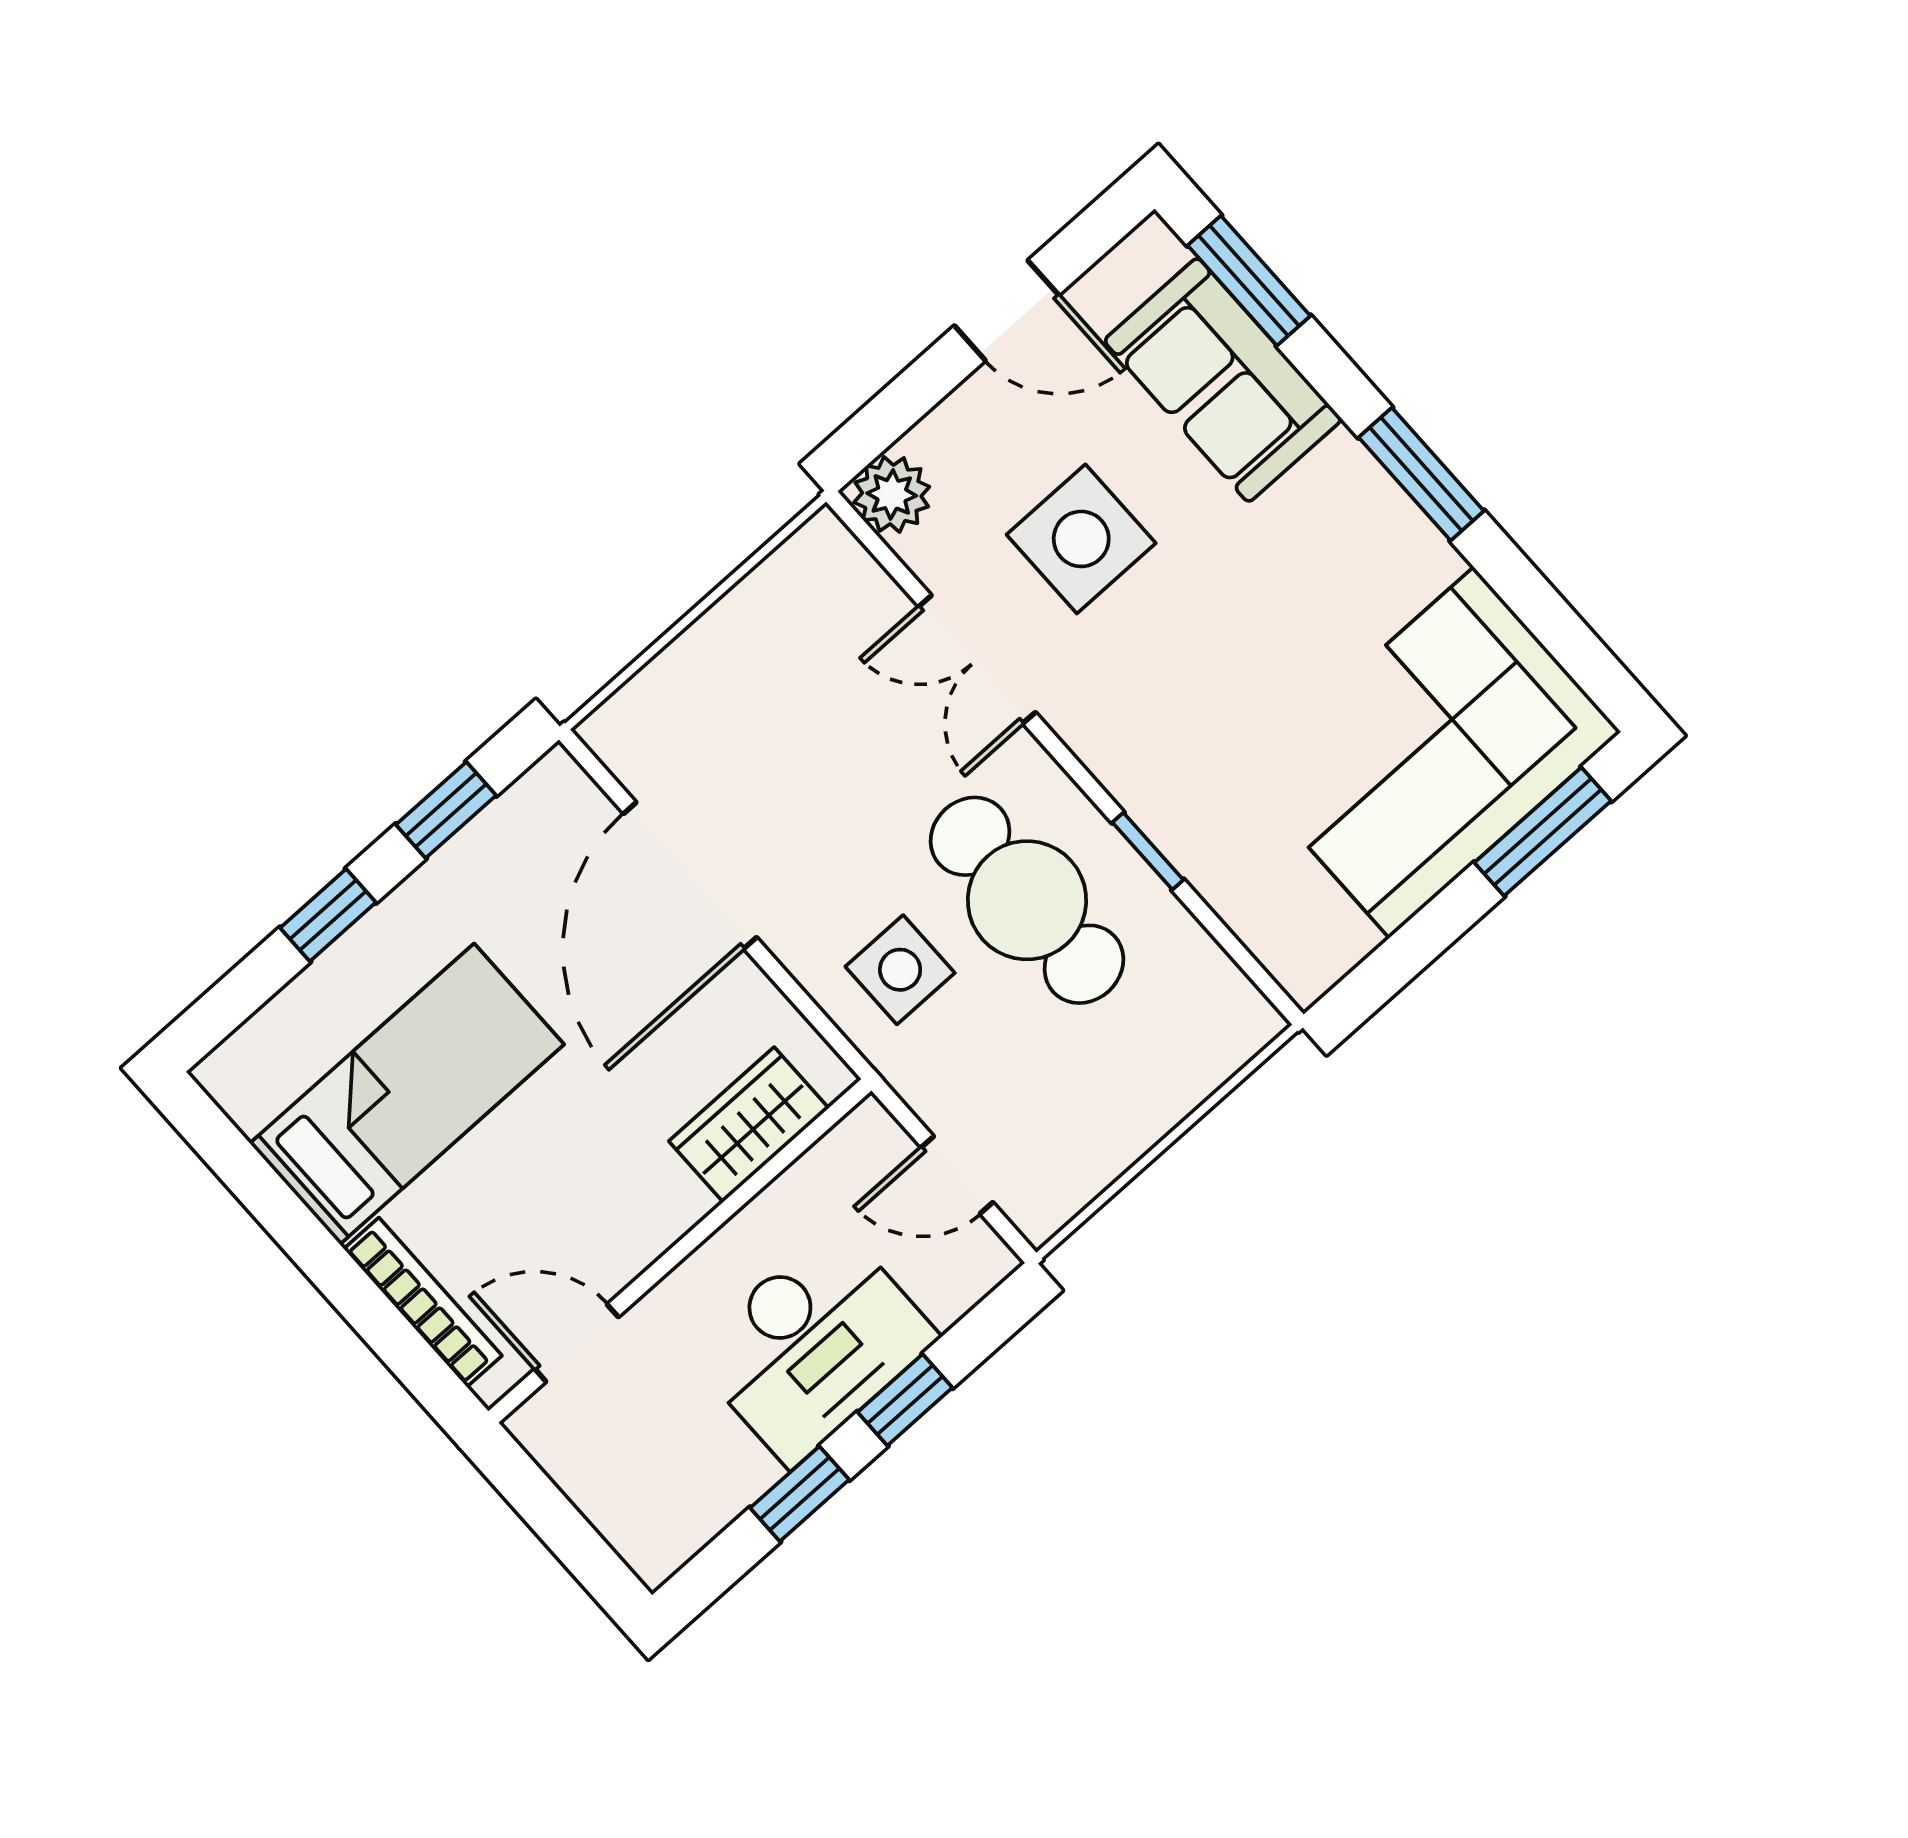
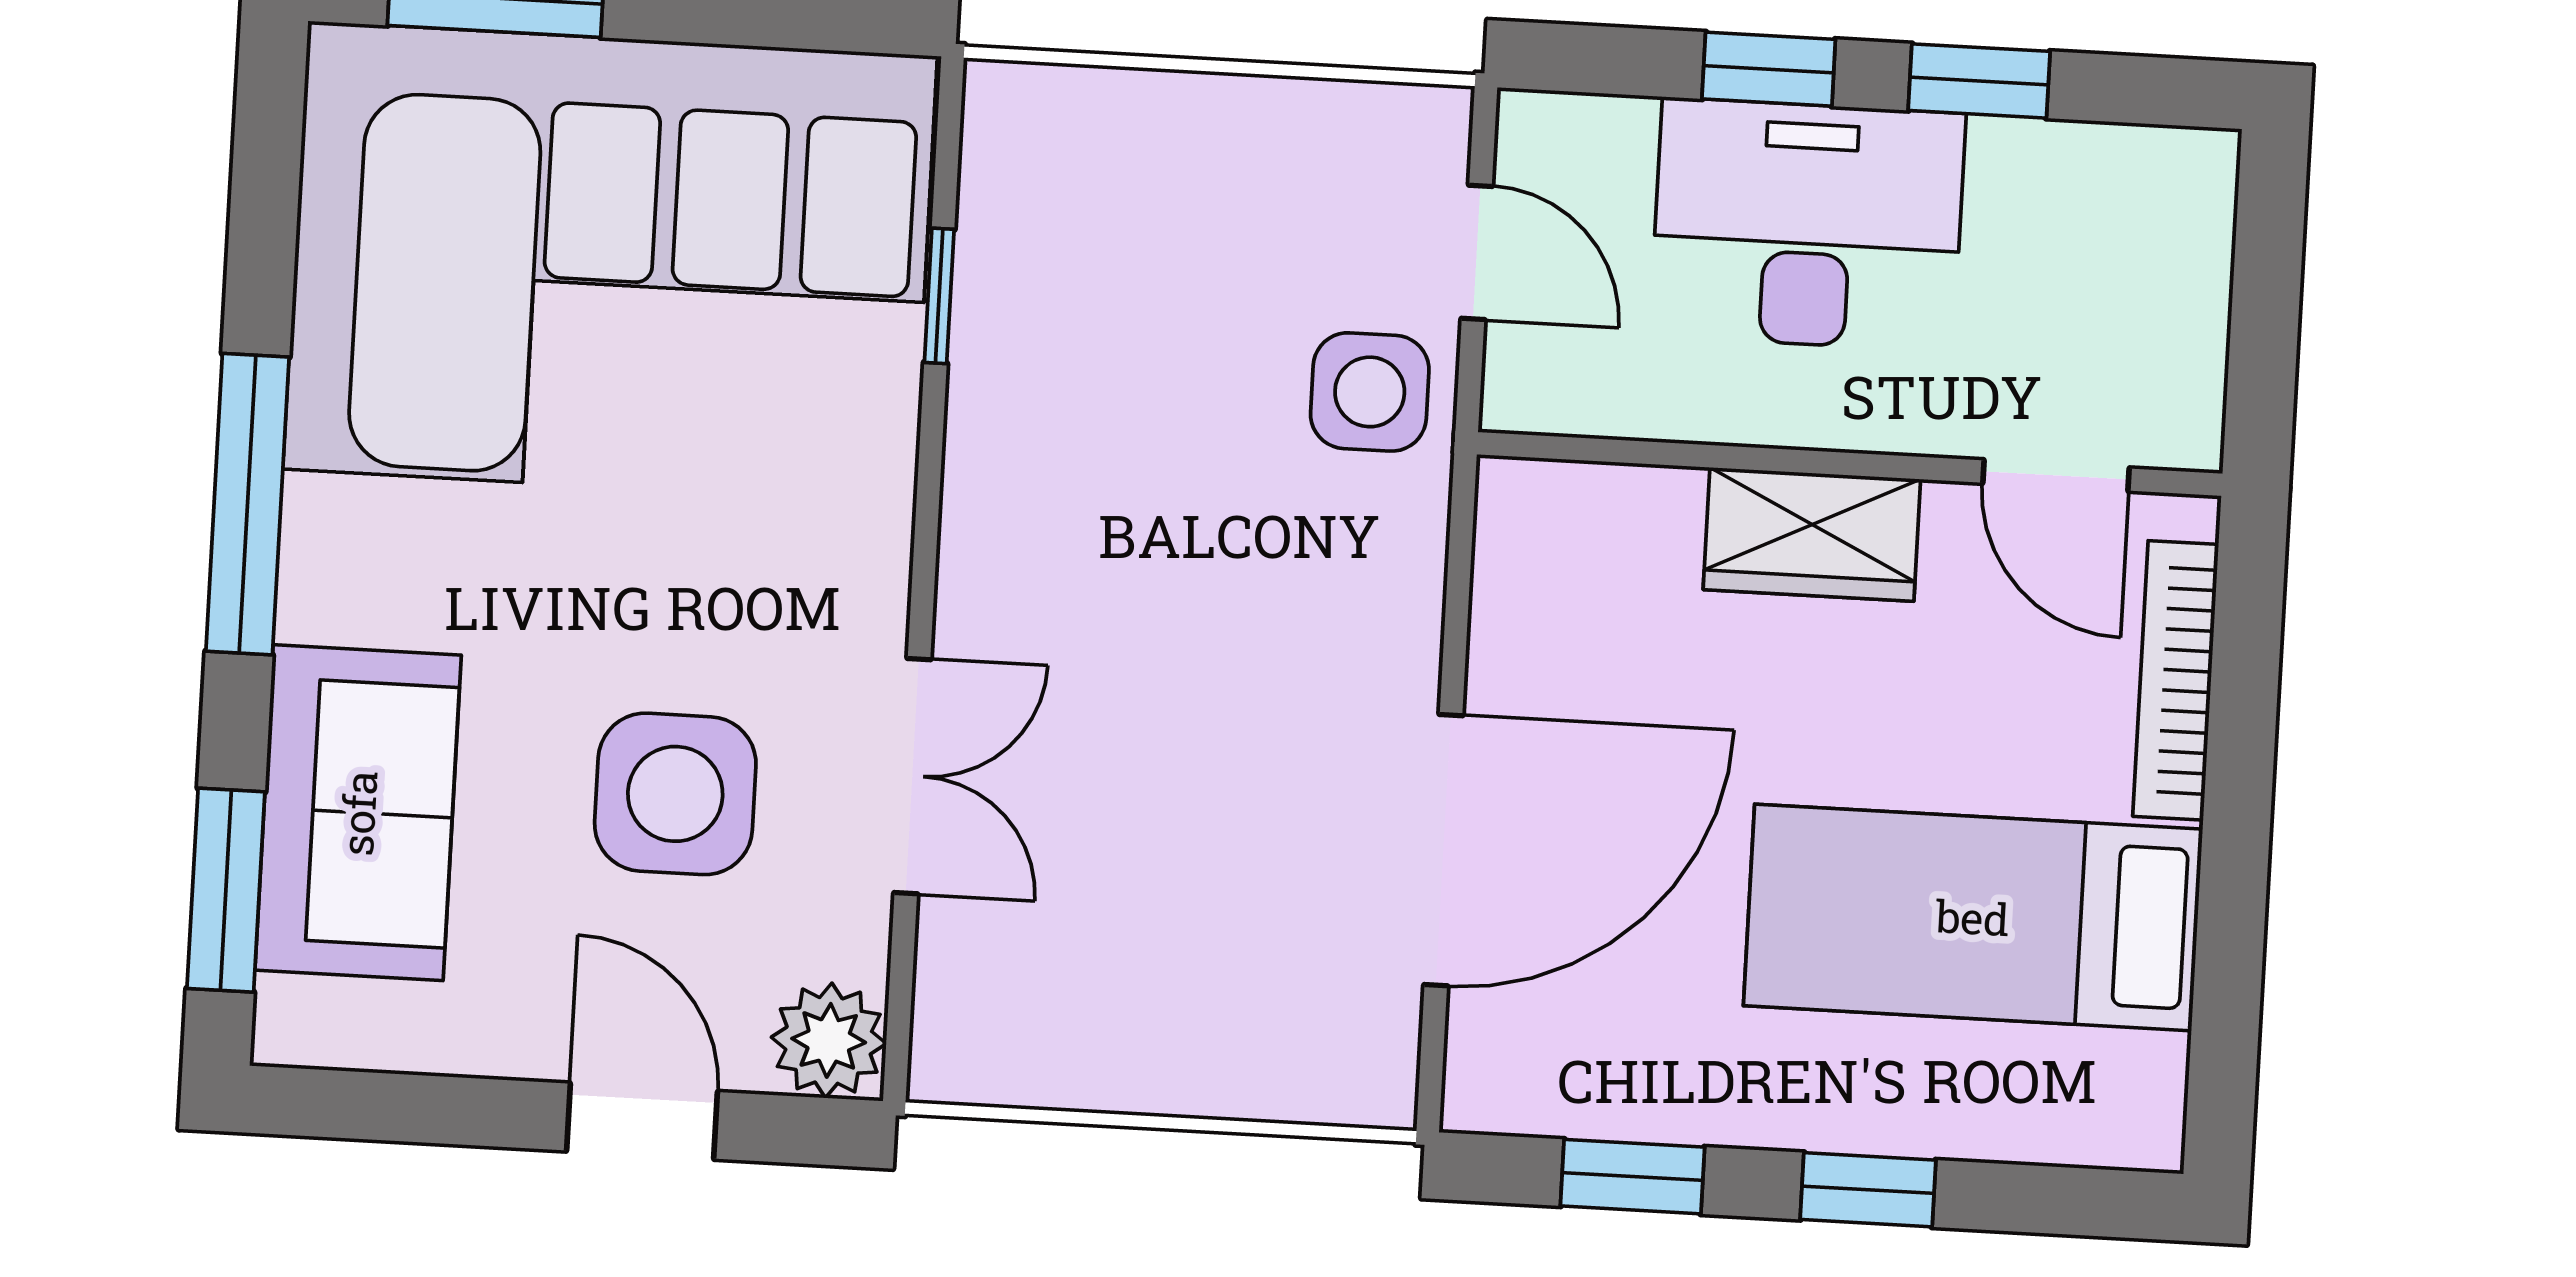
door: (1007, 310) -> (642, 1121), moved
window: (1421, 474) -> (247, 504), width x1.44
corner sofa: (1432, 752) -> (610, 263), width x1.36, depth x1.36
window: (1148, 851) -> (939, 296), moved
cafe table: (1027, 900) -> (1113, 469), removed
side table: (900, 970) -> (1370, 392), moved
wardrobe: (749, 1125) -> (1812, 534), moved

